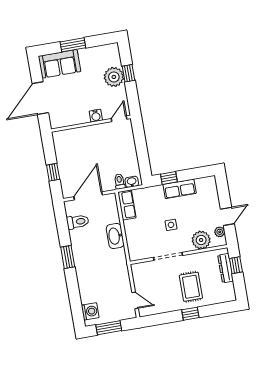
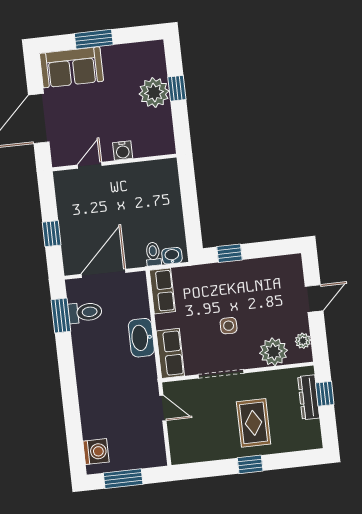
door: (119, 119) -> (90, 165), moved
row of seats: (180, 189) -> (170, 353), moved, turned -90
door: (227, 216) -> (314, 299), moved
window: (68, 257) -> (61, 316), moved
door: (135, 300) -> (163, 408), moved

